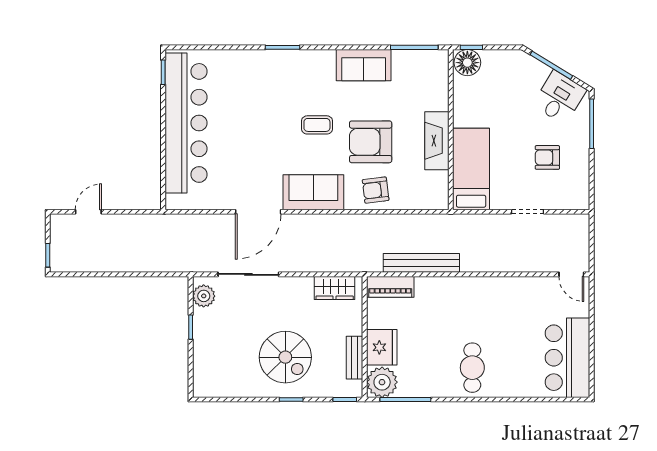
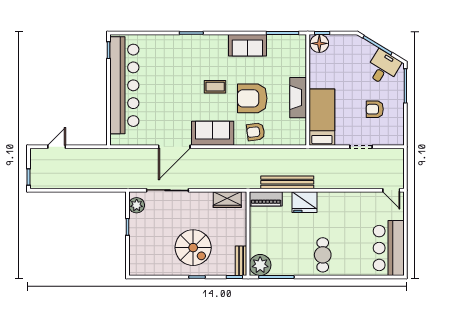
fridge: (382, 347) -> (304, 202), moved, turned 90
bench: (355, 358) -> (241, 261), moved

